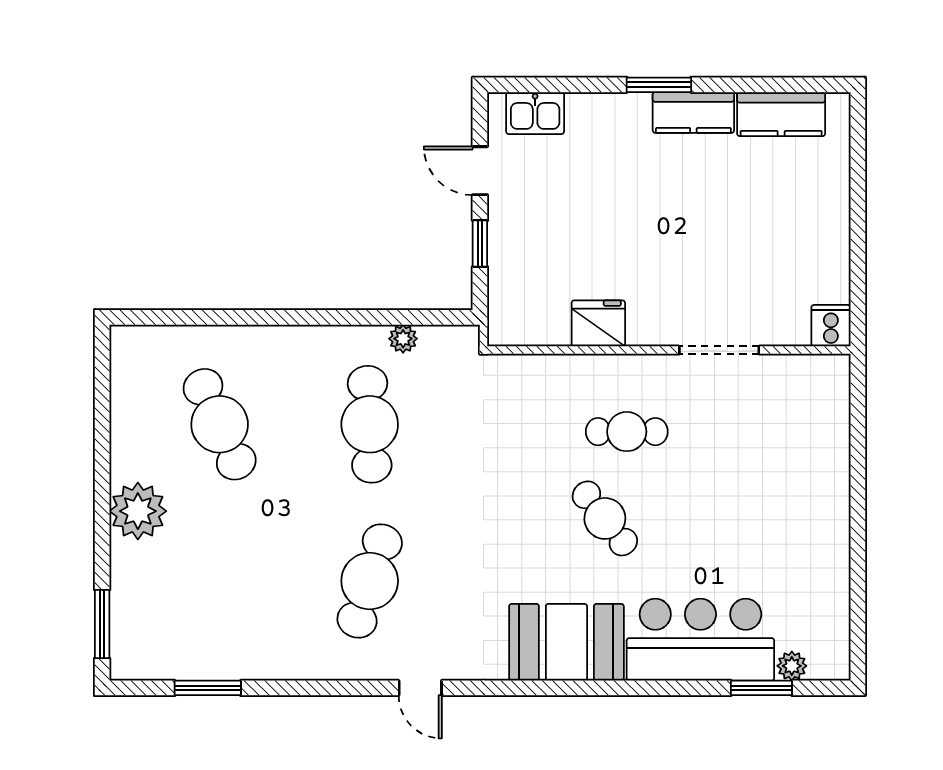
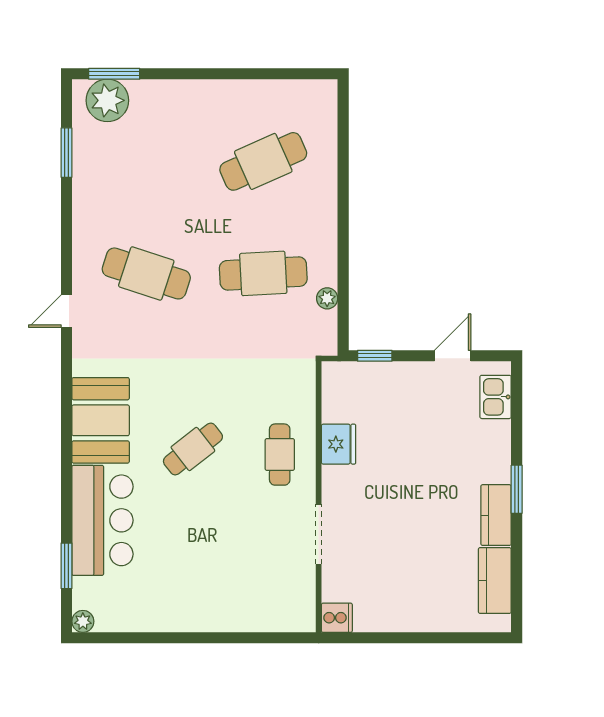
window: (480, 244) -> (375, 356), moved
cafe table: (627, 432) -> (280, 455), moved
plant: (138, 511) -> (107, 100), moved
plant: (792, 666) -> (83, 621), moved

